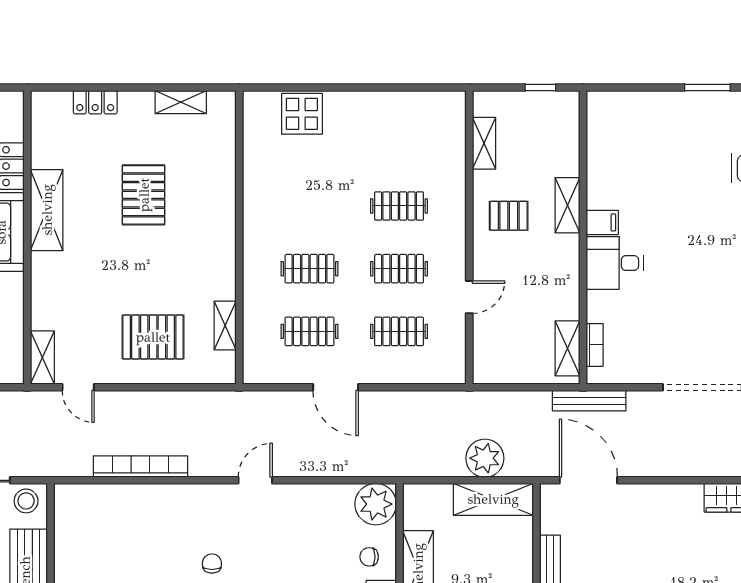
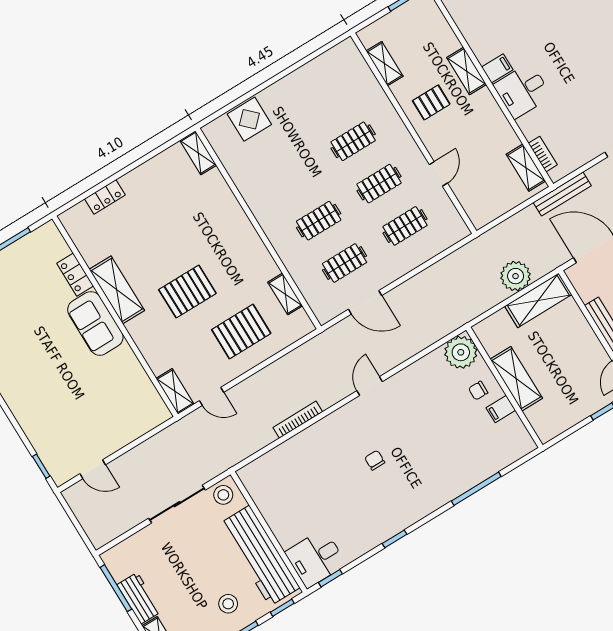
shelving: (181, 102) -> (198, 153), moved, turned 90
pallet: (144, 195) -> (187, 292), moved, turned 90
door: (336, 387) -> (365, 302), moved
bookcase: (140, 467) -> (298, 420), width x0.68, depth x0.76

